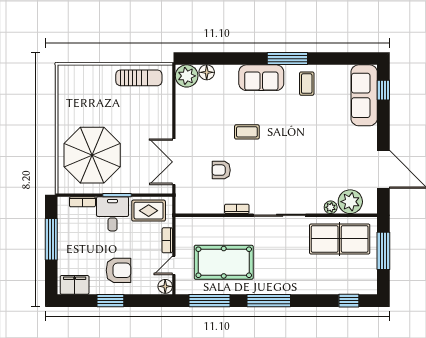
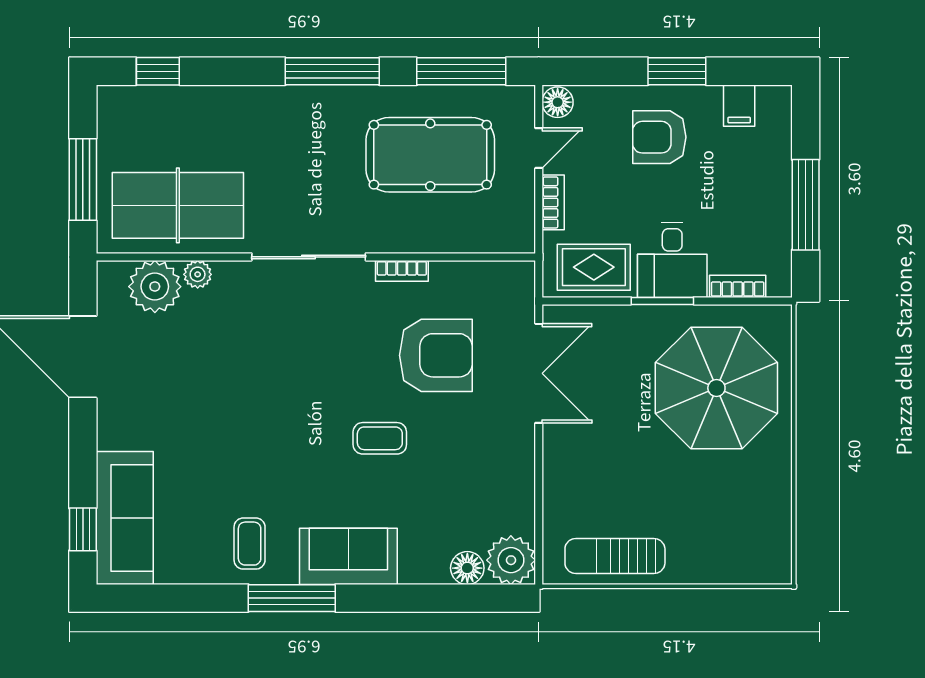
armchair: (221, 170) -> (436, 355), width x1.88, depth x1.88
filing cabinet: (75, 285) -> (739, 106), width x0.50

